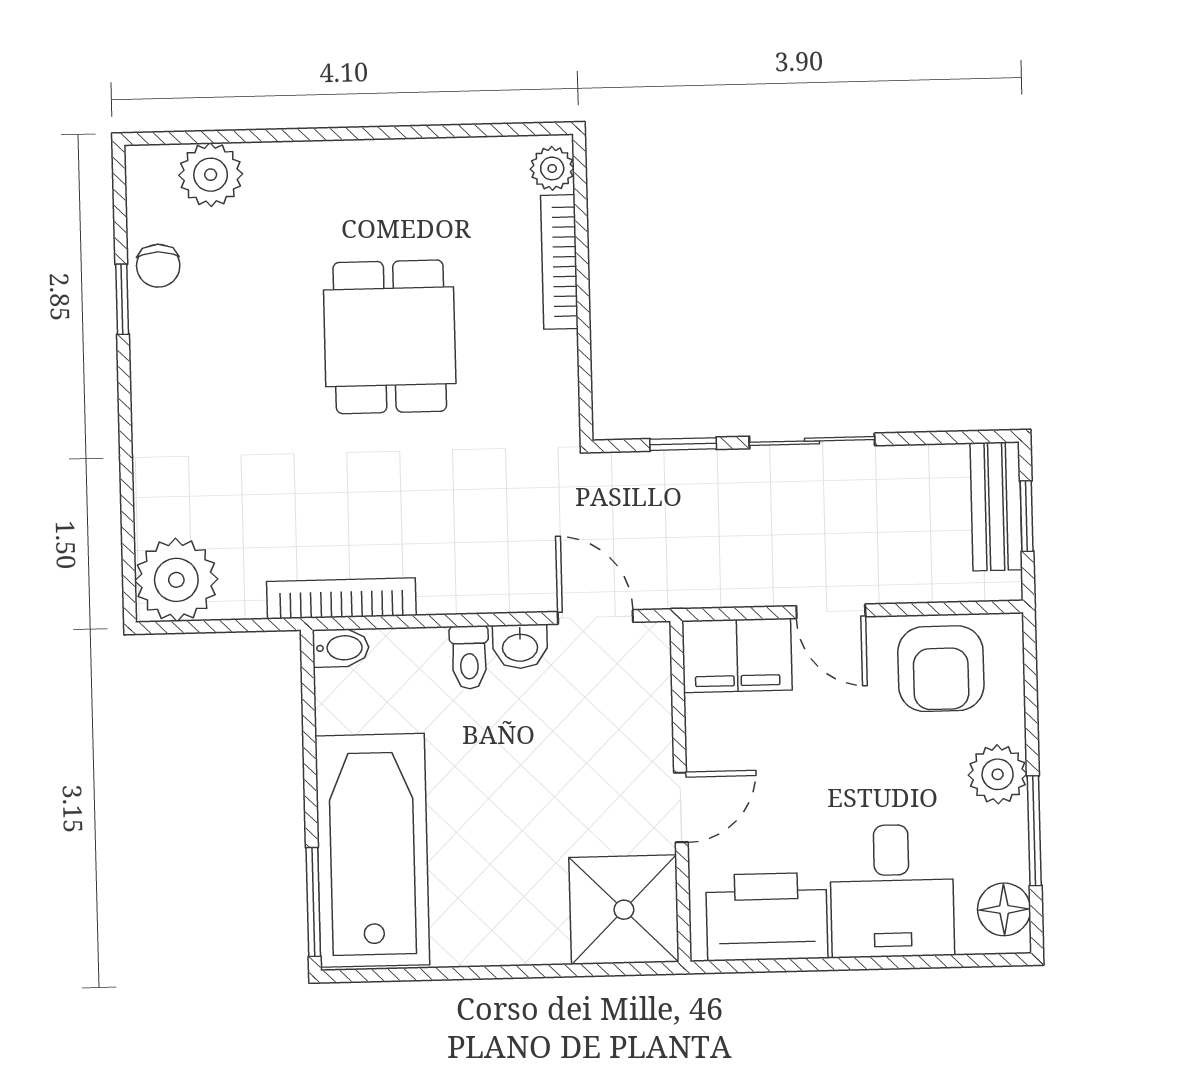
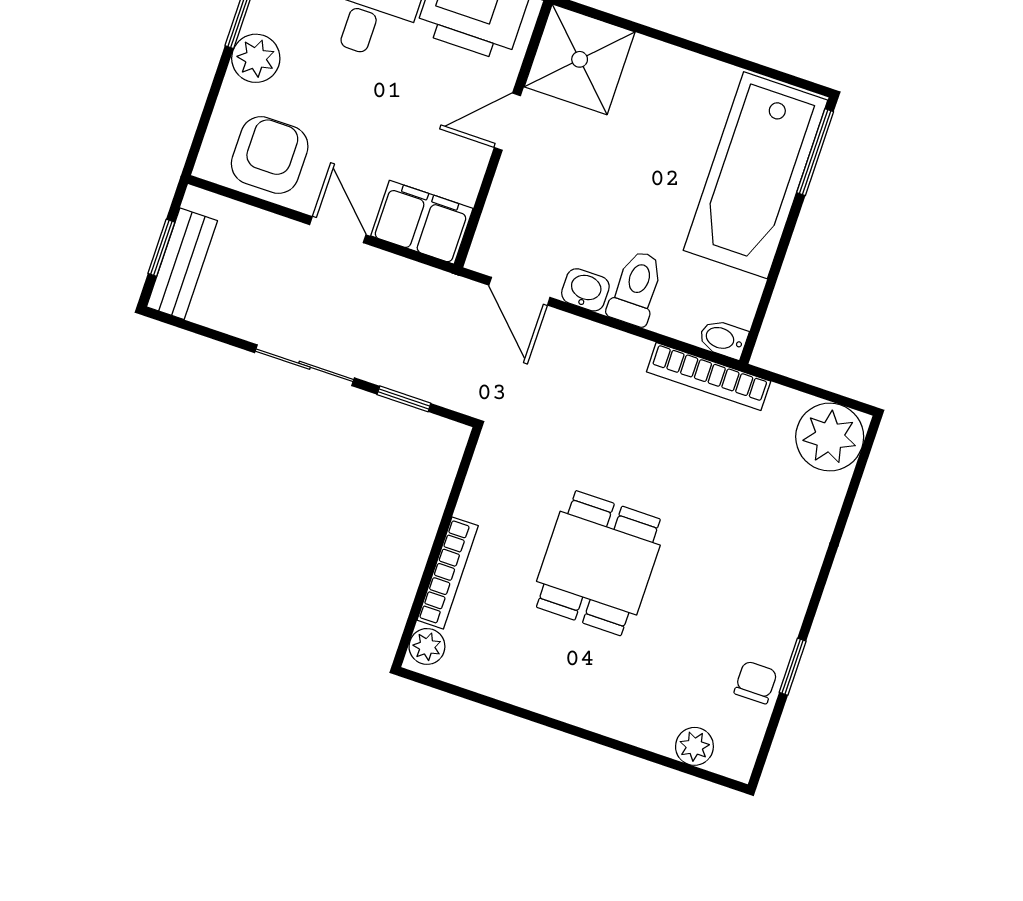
plant: (211, 175) -> (694, 746), width x0.73, depth x0.73
toilet: (469, 657) -> (636, 288), width x1.37, depth x1.39

